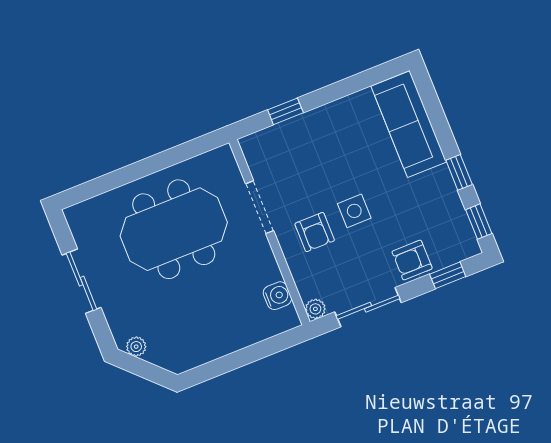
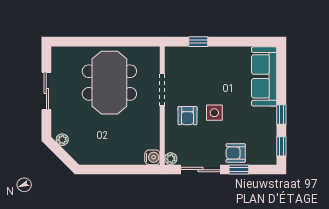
meeting table: (174, 229) -> (109, 83), turned 90
window: (448, 275) -> (239, 170), moved
water cooler: (277, 296) -> (152, 157), moved

